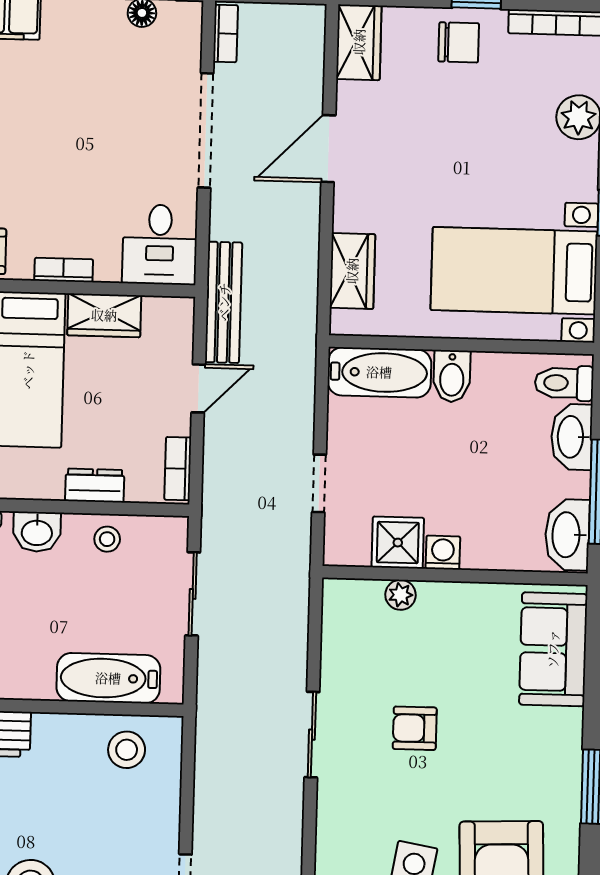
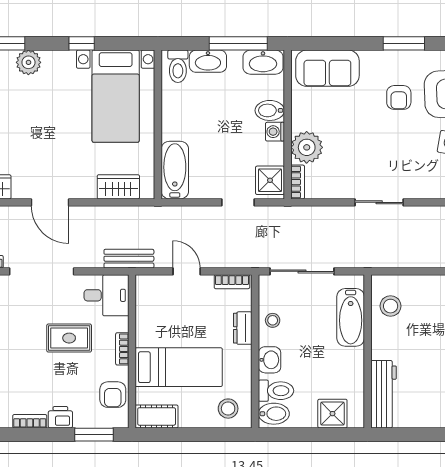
rug: (86, 176) -> (69, 338), added
bench: (224, 302) -> (129, 259), width x0.73
wardrobe: (104, 315) -> (147, 325), removed
bidet: (452, 376) -> (270, 110), moved, turned 180
shower: (398, 543) -> (270, 180), moved
bookcase: (352, 591) -> (298, 182), added
sliding door: (193, 594) -> (302, 271), width x1.37
plant: (400, 595) -> (307, 147), width x1.87, depth x1.87
armchair: (415, 728) -> (399, 97), moved

